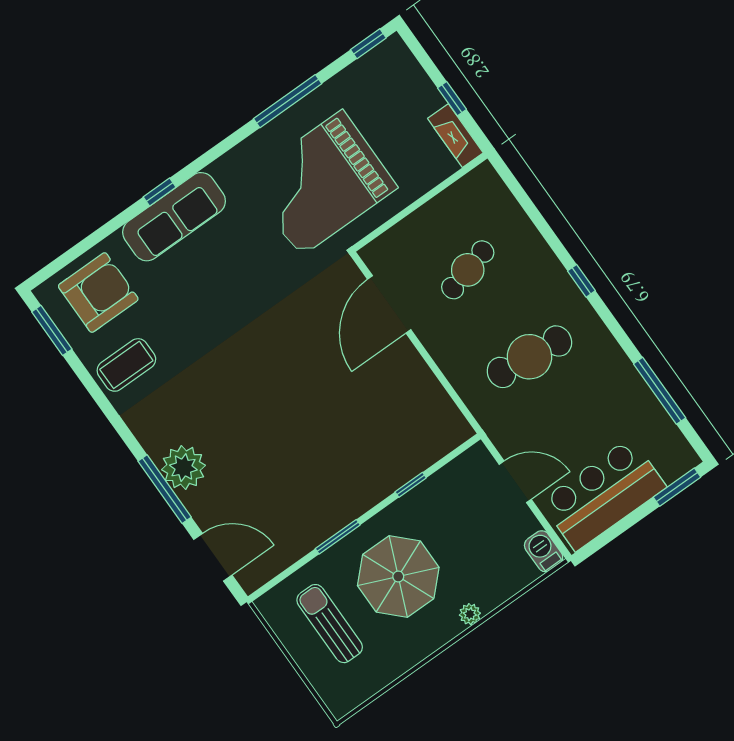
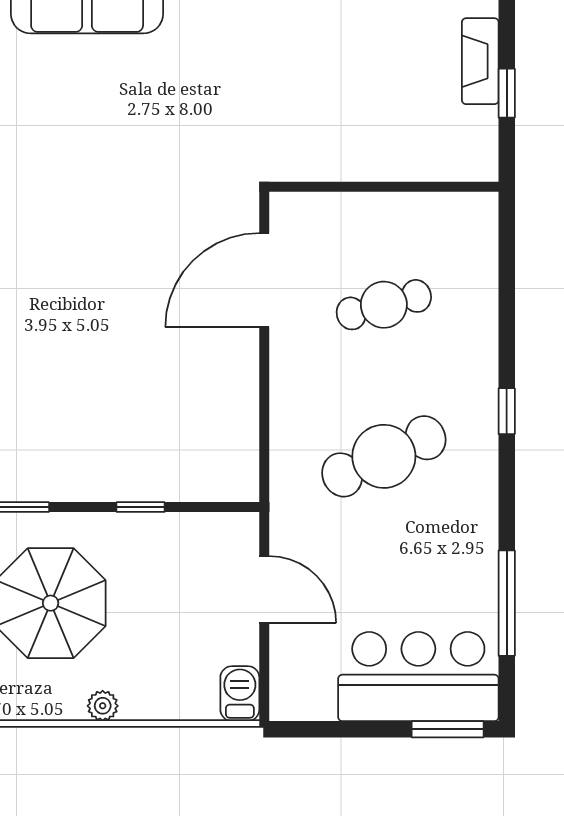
fireplace: (455, 136) -> (480, 61), moved
grand piano: (321, 183) -> (285, 83), removed
cafe table: (529, 357) -> (384, 456), turned -30
bar counter: (603, 494) -> (418, 677), moved

